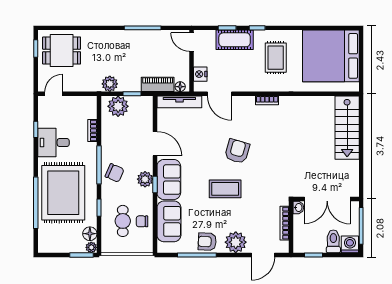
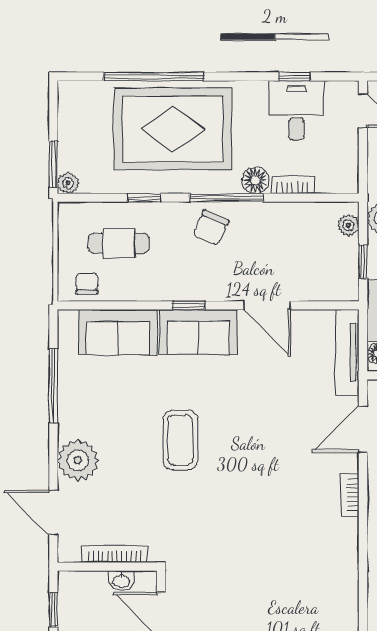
bookcase: (267, 100) -> (350, 495), moved
plant: (118, 106) -> (348, 225), width x0.53, depth x0.53
desk: (54, 142) -> (296, 110), moved
door: (155, 144) -> (267, 305), hinge flipped
armchair: (237, 151) -> (253, 463), removed
plant: (145, 179) -> (199, 286), removed
washbasin: (298, 207) -> (121, 581), moved
chair: (142, 221) -> (87, 284), moved
floor lamp: (90, 234) -> (255, 180), moved
armchair: (207, 242) -> (79, 405), removed

